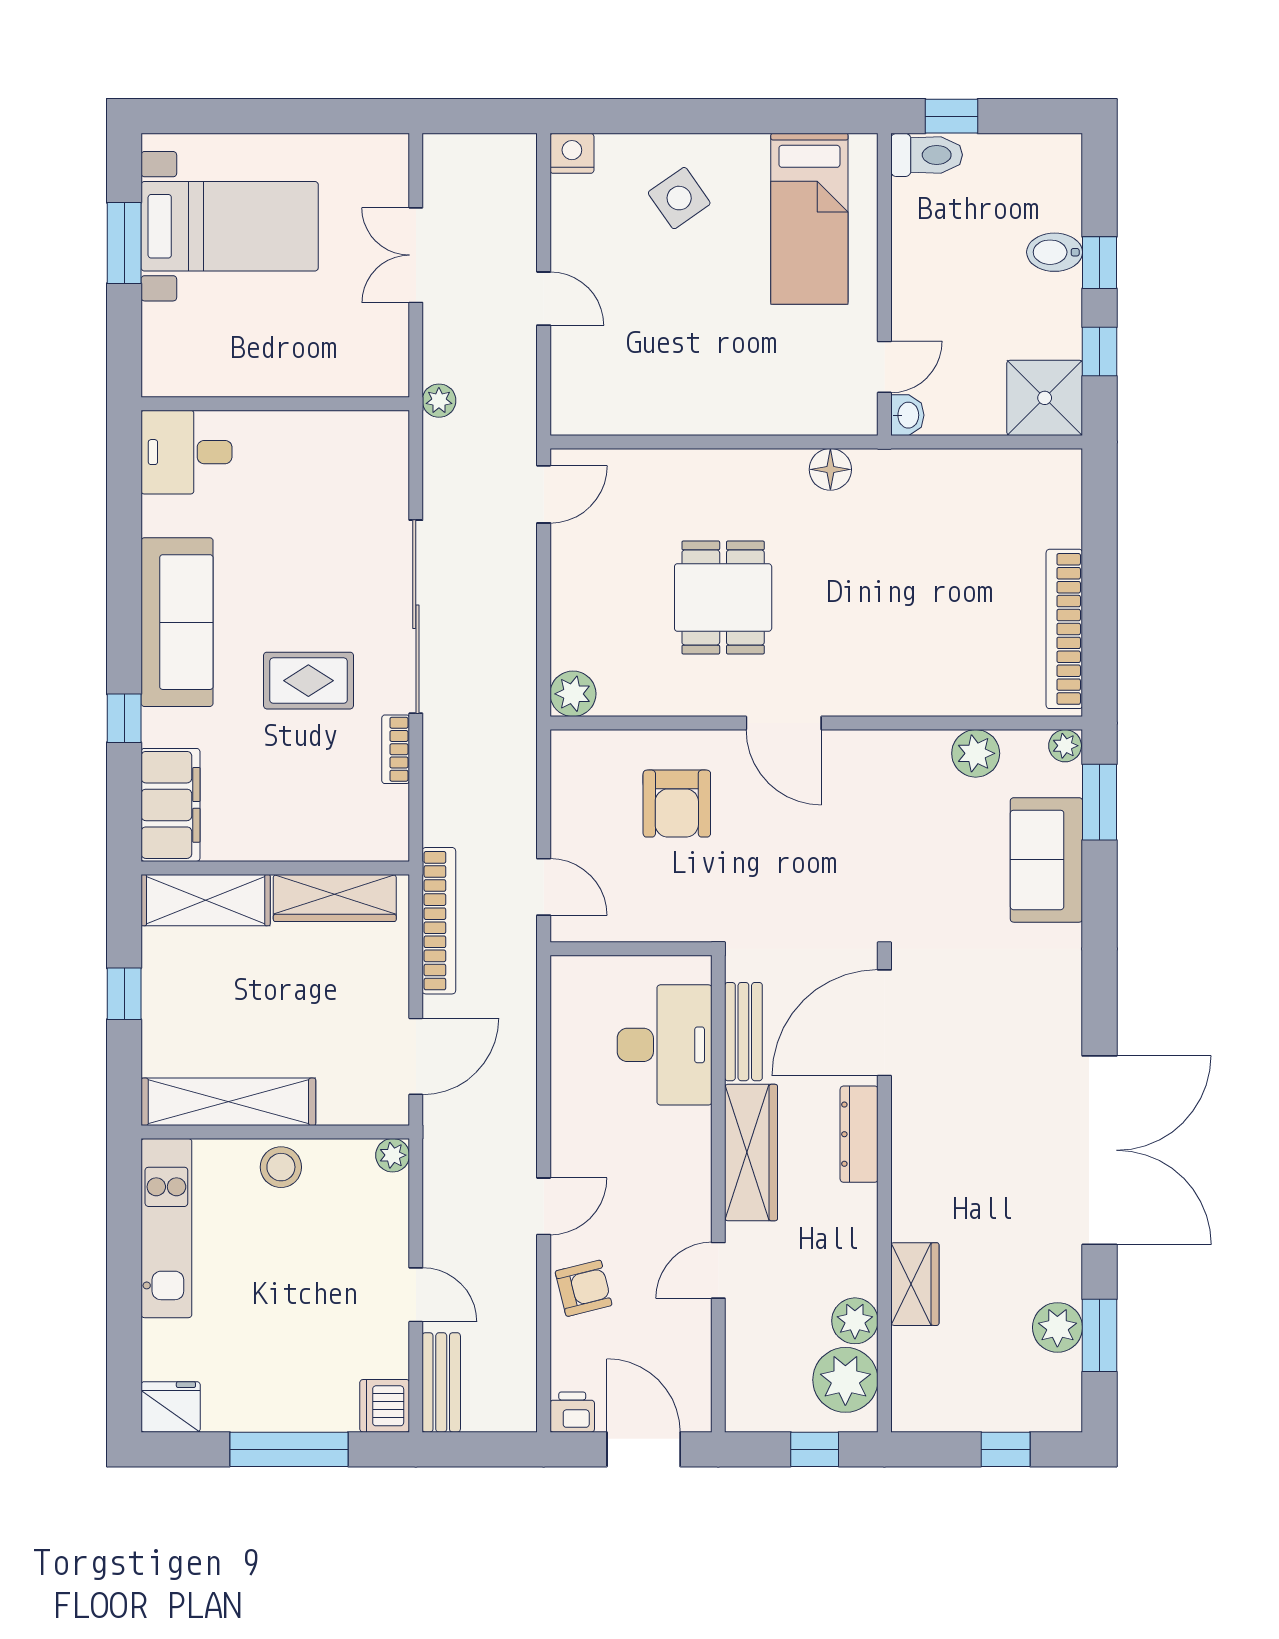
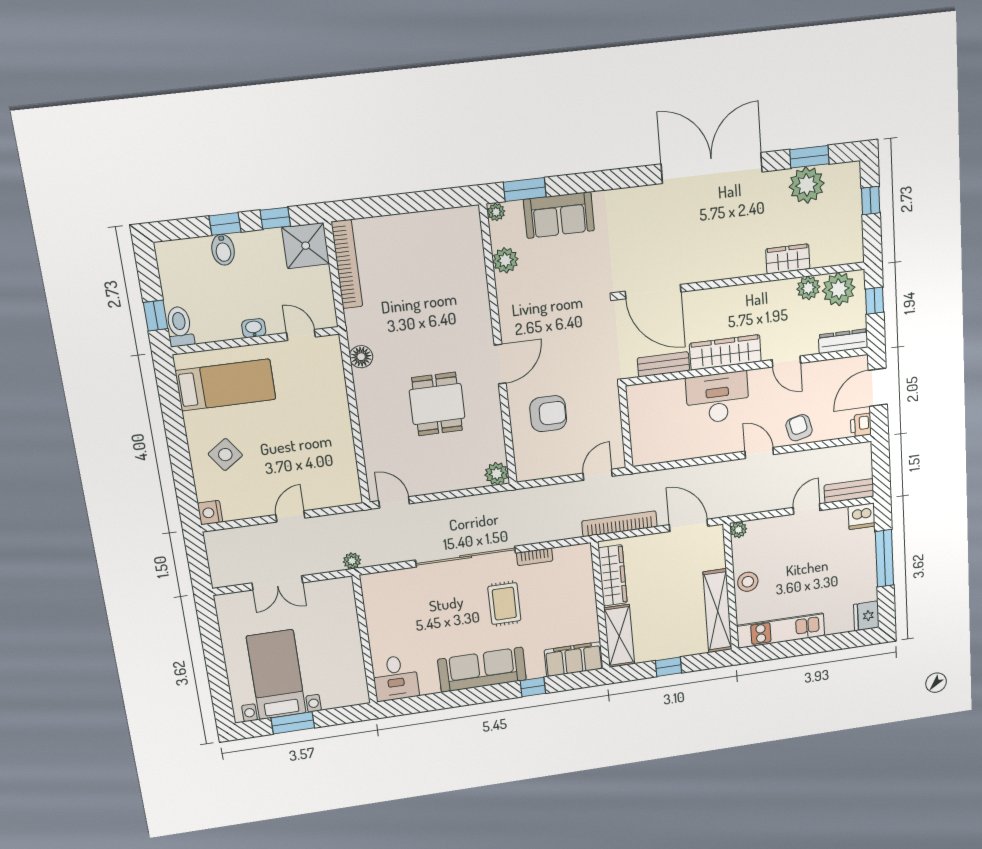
washbasin: (907, 415) -> (254, 328), moved
dining table: (723, 597) -> (437, 404), turned 90
bookcase: (1064, 629) -> (347, 264), moved, turned -90
desk: (665, 1045) -> (718, 398), moved
dresser: (859, 1134) -> (843, 341), moved, turned 180
plant: (1057, 1327) -> (807, 185), width x1.36, depth x1.36

